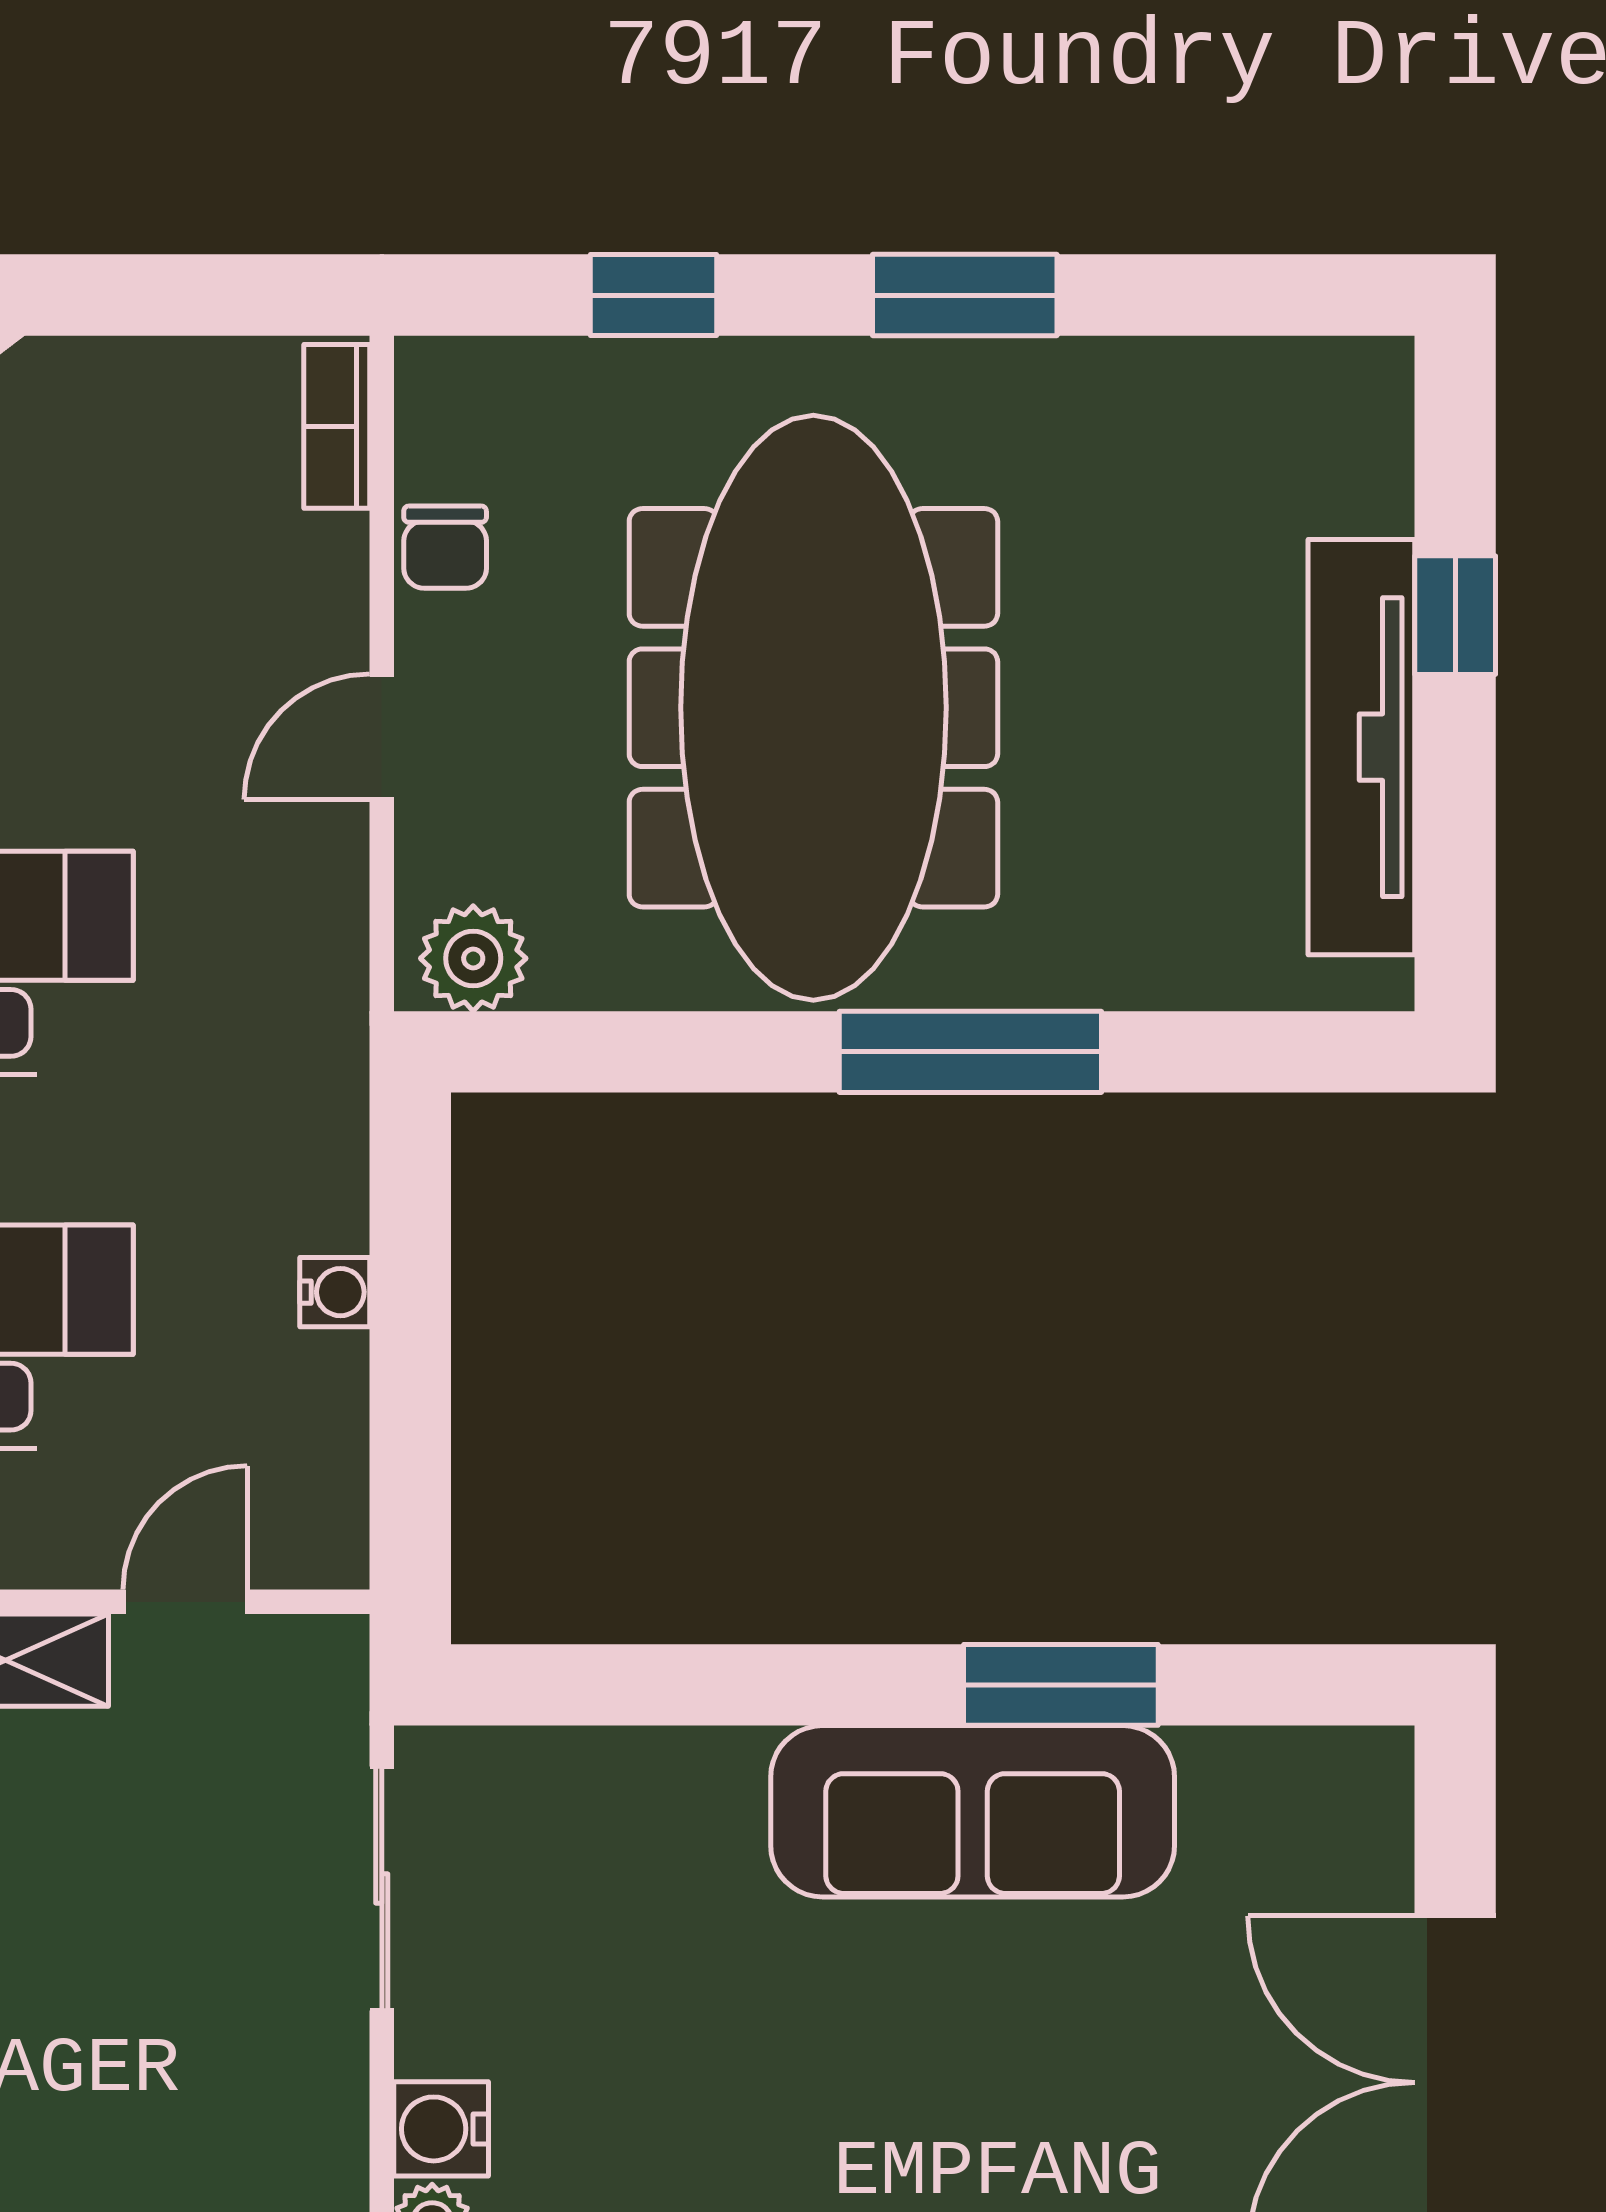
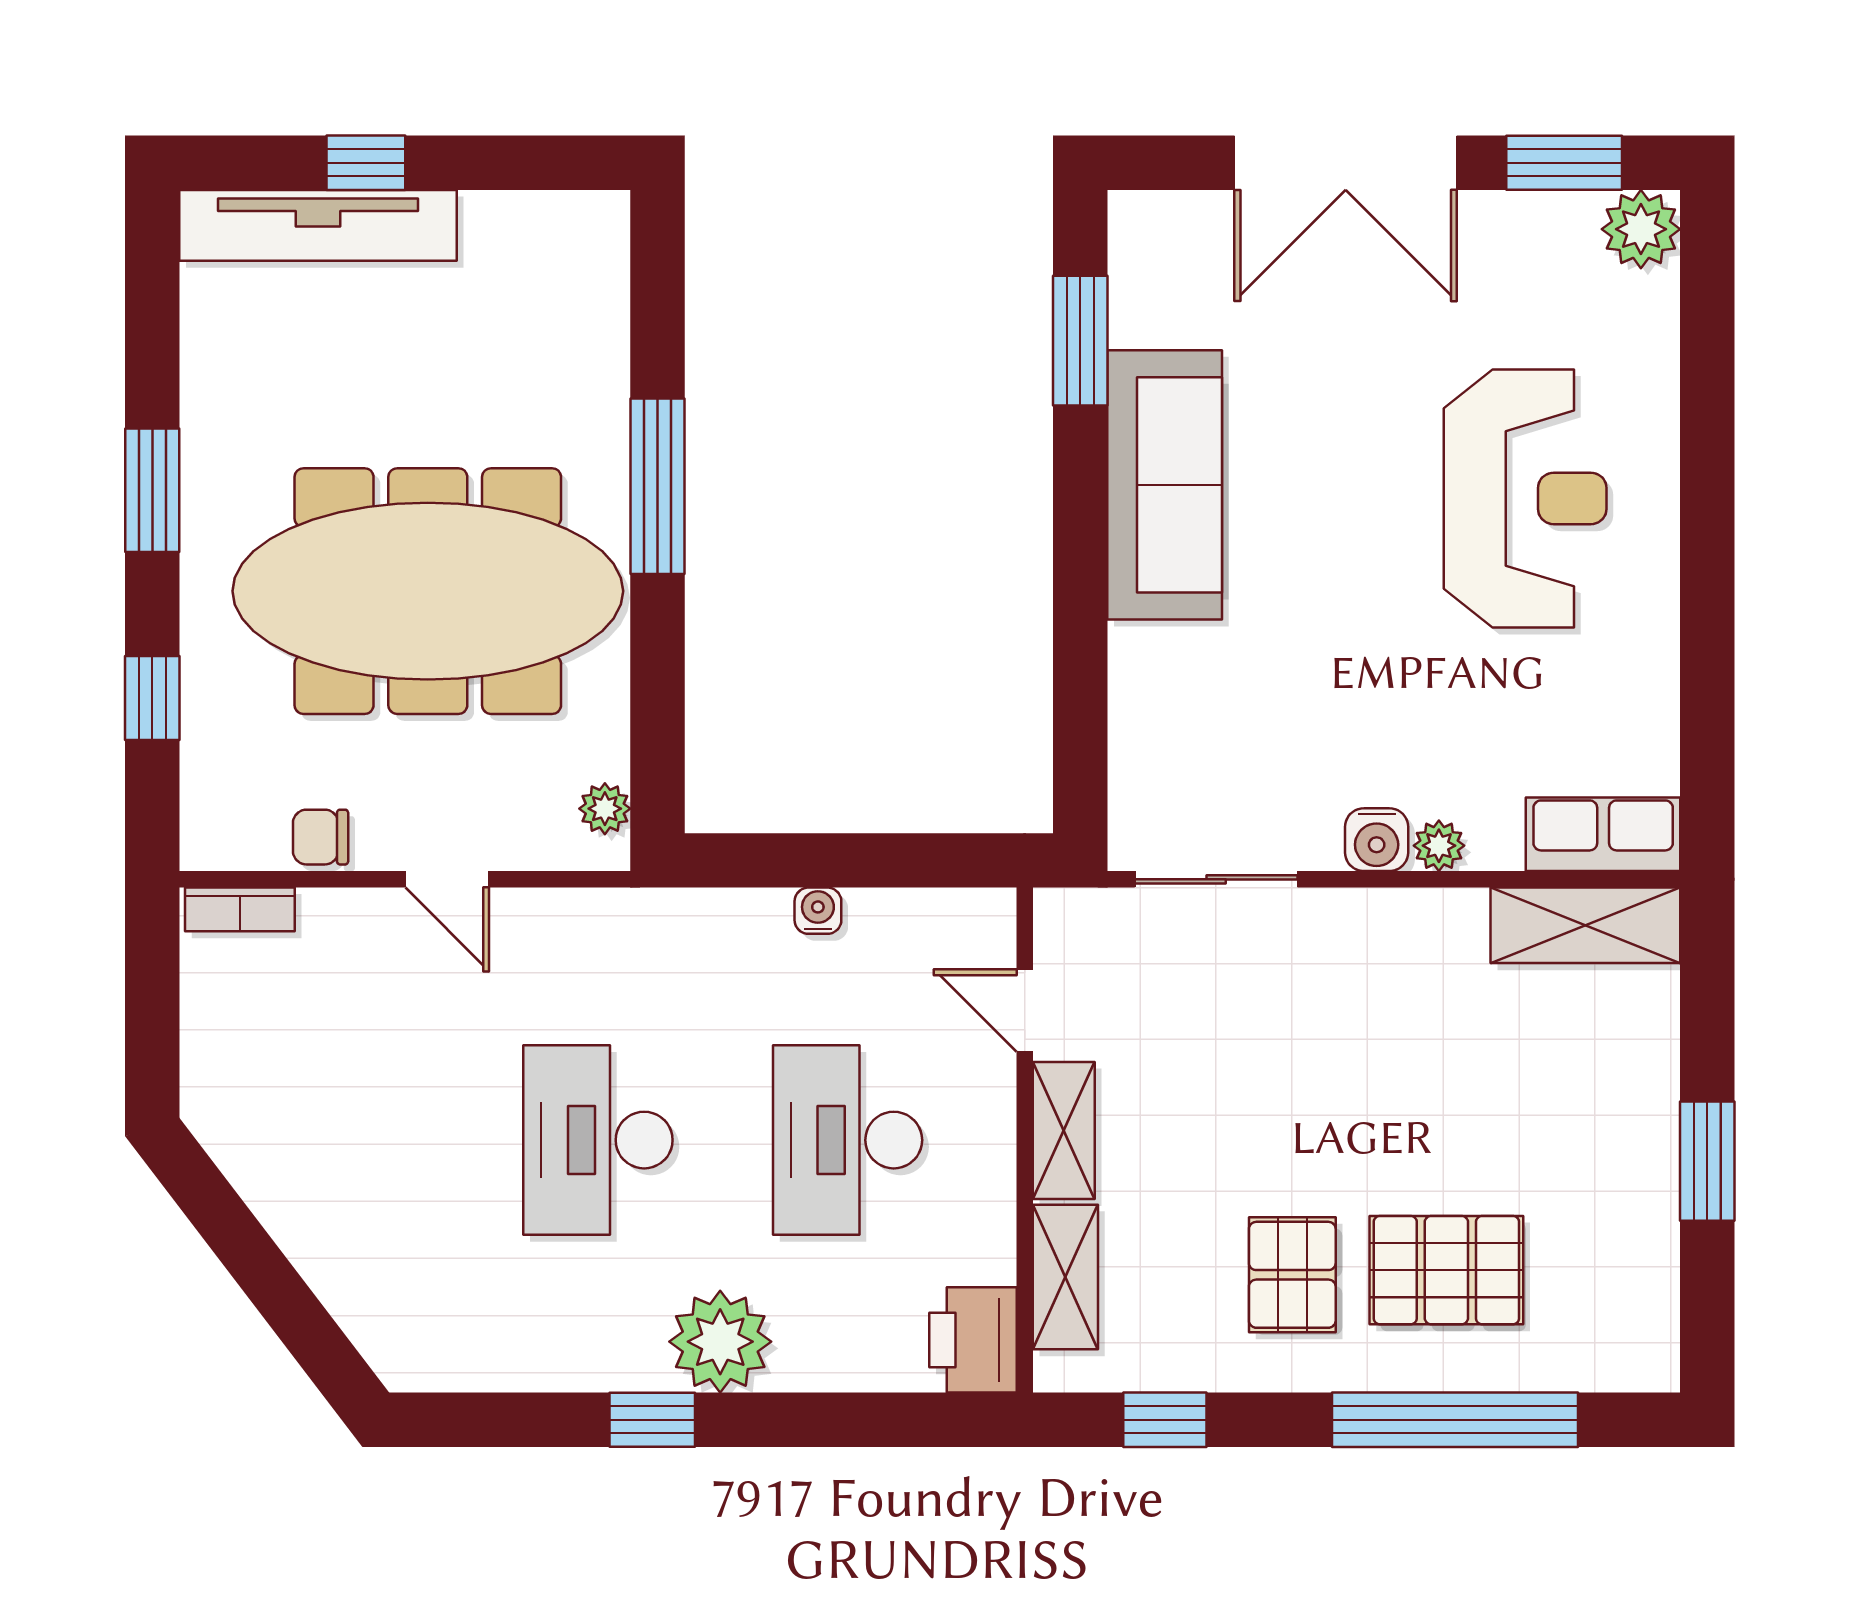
chair: (445, 547) -> (321, 837), turned 180
tv unit: (1361, 747) -> (318, 225), moved
plant: (473, 958) -> (605, 809), width x0.73, depth x0.73
window: (1061, 1685) -> (1080, 341), moved

